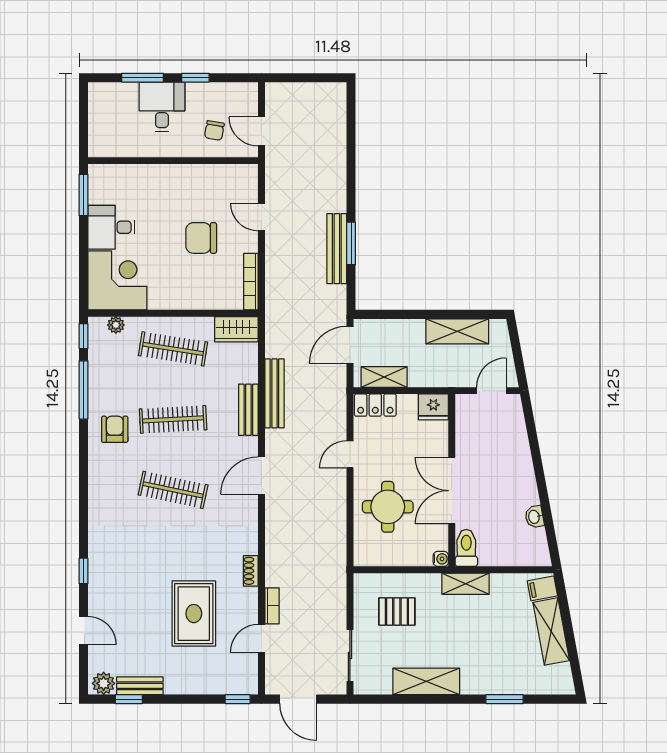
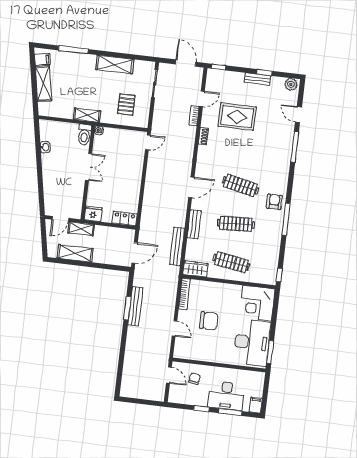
filing cabinet: (98, 96) -> (256, 405), added
desk: (162, 107) -> (226, 396), width x1.37
desk: (111, 227) -> (252, 342), width x1.87, depth x1.30
plant: (116, 325) -> (261, 279), removed
shelving: (384, 377) -> (81, 229), moved
window: (83, 390) -> (286, 219), moved
bench: (274, 393) -> (177, 246), moved
armchair: (115, 429) -> (274, 202), moved, turned 180
door: (350, 454) -> (148, 142), moved
double door: (452, 491) -> (89, 167), width x0.73
round table: (388, 507) -> (124, 162), removed
window: (83, 571) -> (295, 147), width x2.17
filing cabinet: (542, 588) -> (42, 59), moved
pallet: (397, 611) -> (126, 105), turned 90
rug: (194, 614) -> (237, 117), turned 90
bench: (140, 686) -> (257, 79), moved
window: (129, 699) -> (264, 72), moved
window: (504, 699) -> (73, 50), width x1.44

